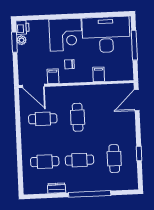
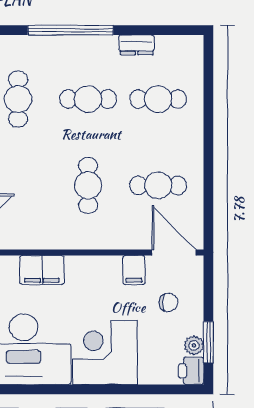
chair: (69, 64) -> (168, 302), moved
filing cabinet: (99, 74) -> (42, 270), width x2.00

